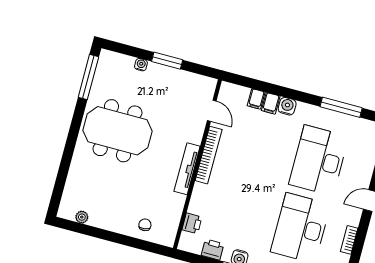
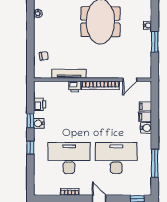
tv unit: (187, 169) -> (69, 74), moved
printer: (192, 223) -> (75, 86), moved

